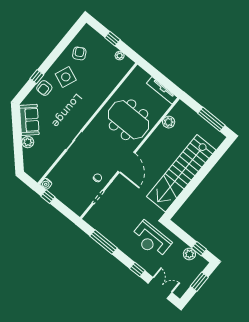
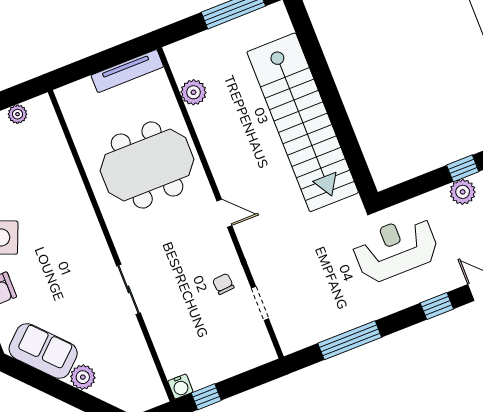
door: (126, 162) -> (224, 213), width x0.53
reception desk: (151, 240) -> (395, 249), turned 180

